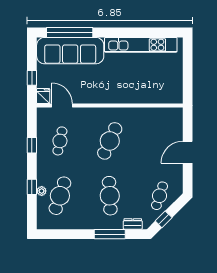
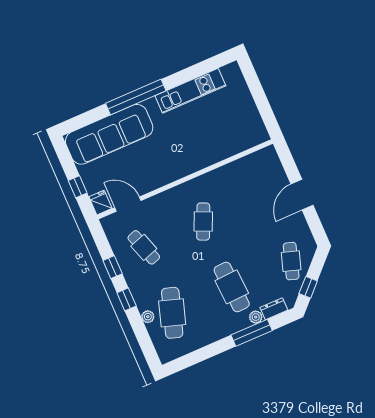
window: (70, 33) -> (136, 97), moved
kitchen unit: (141, 45) -> (190, 91), width x0.73
cafe table: (60, 141) -> (144, 247), turned -30
cafe table: (110, 141) -> (203, 222), width x0.73, depth x0.74
window: (32, 187) -> (127, 299), moved
plant: (117, 224) -> (256, 317), added

